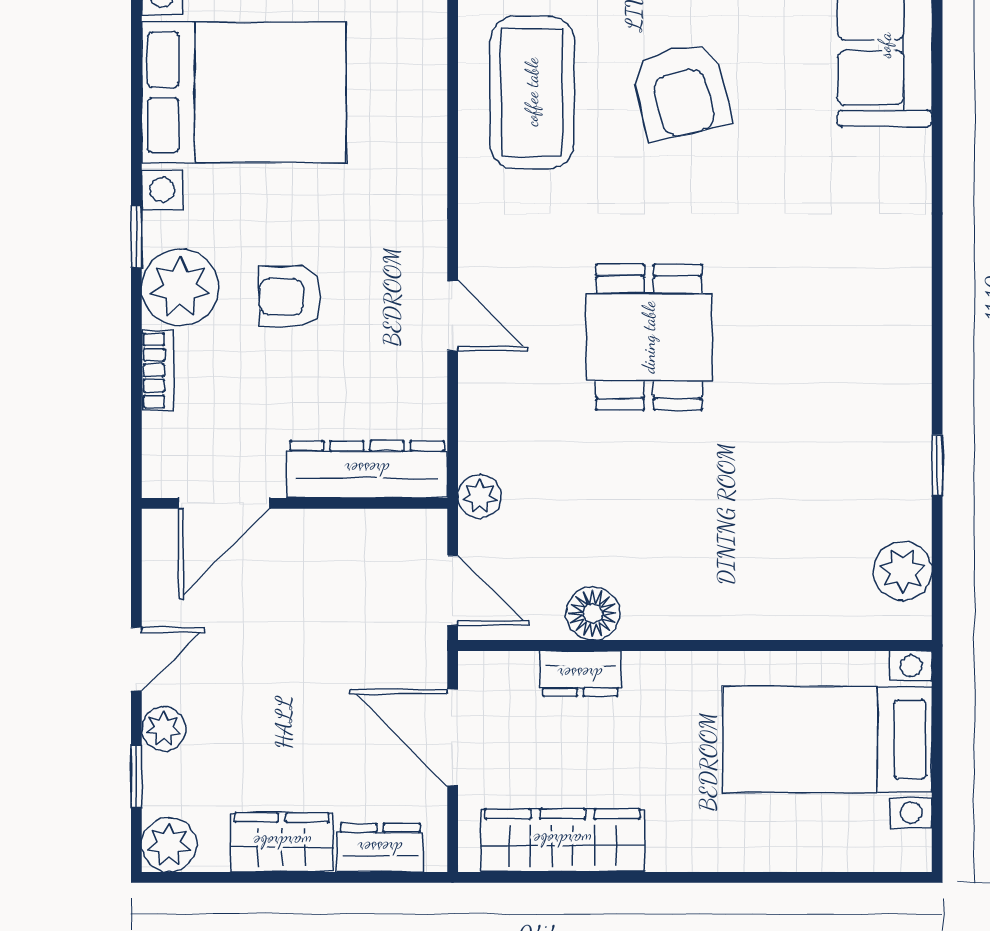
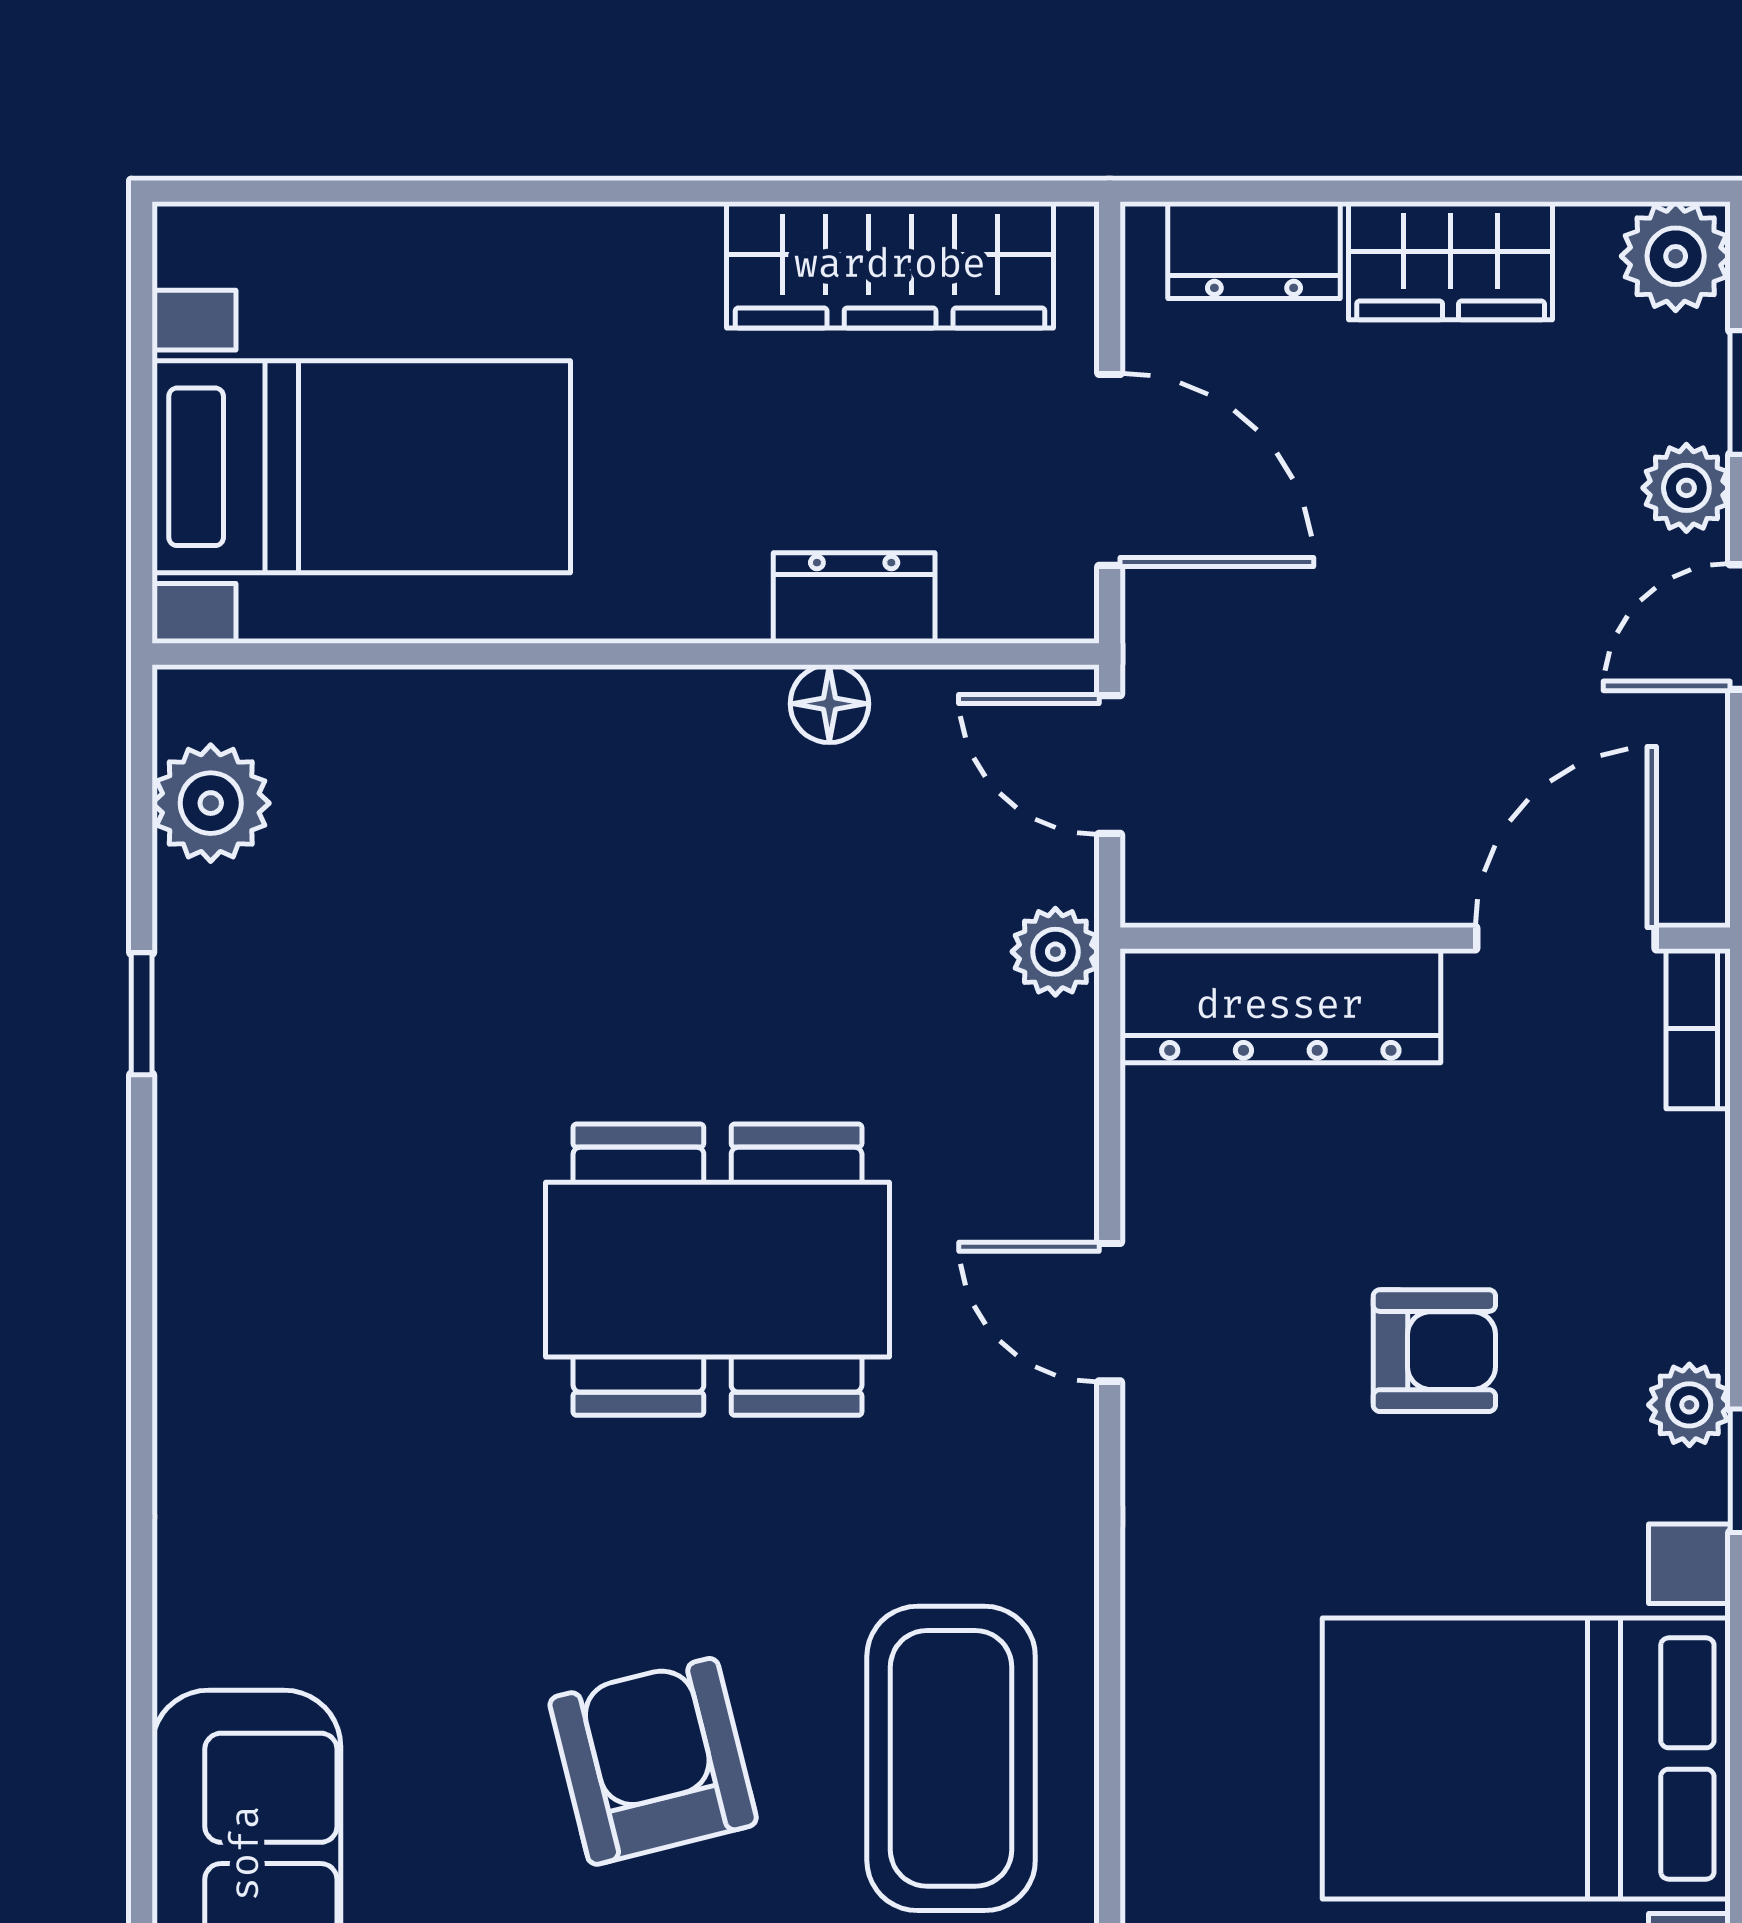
plant: (180, 287) -> (1689, 1405), width x0.53, depth x0.53
dining table: (649, 337) -> (717, 1270), width x1.38
bookcase: (158, 370) -> (1698, 1029), moved
floor lamp: (593, 613) -> (829, 704), width x0.73, depth x0.73

